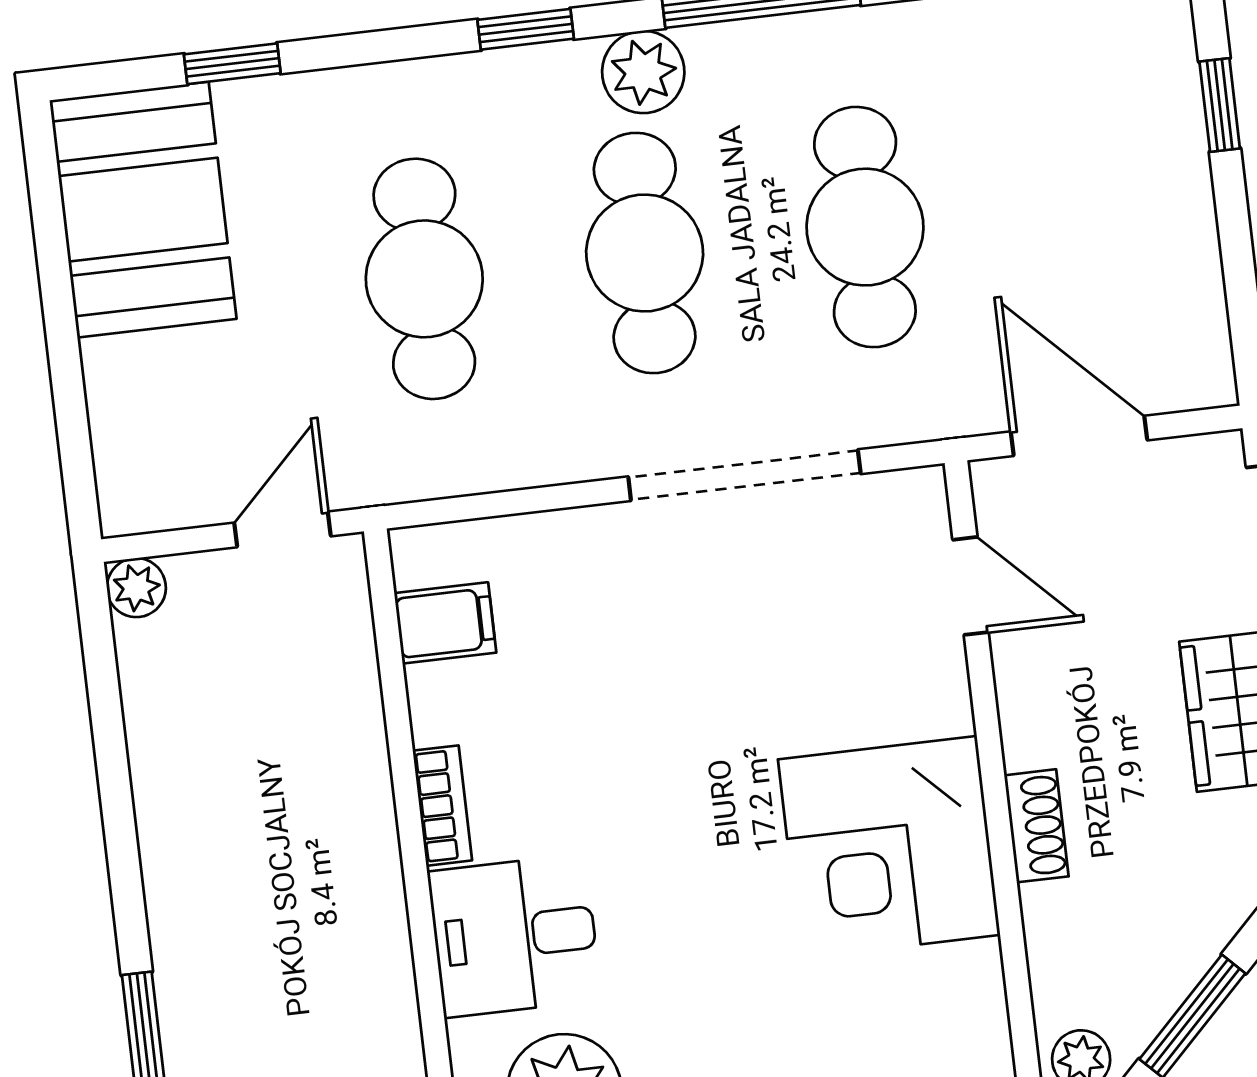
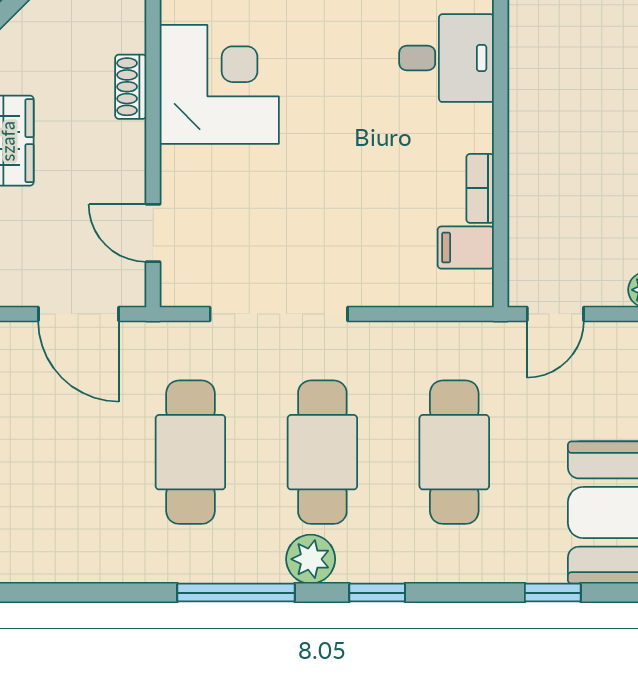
bookcase: (442, 806) -> (480, 188), moved

